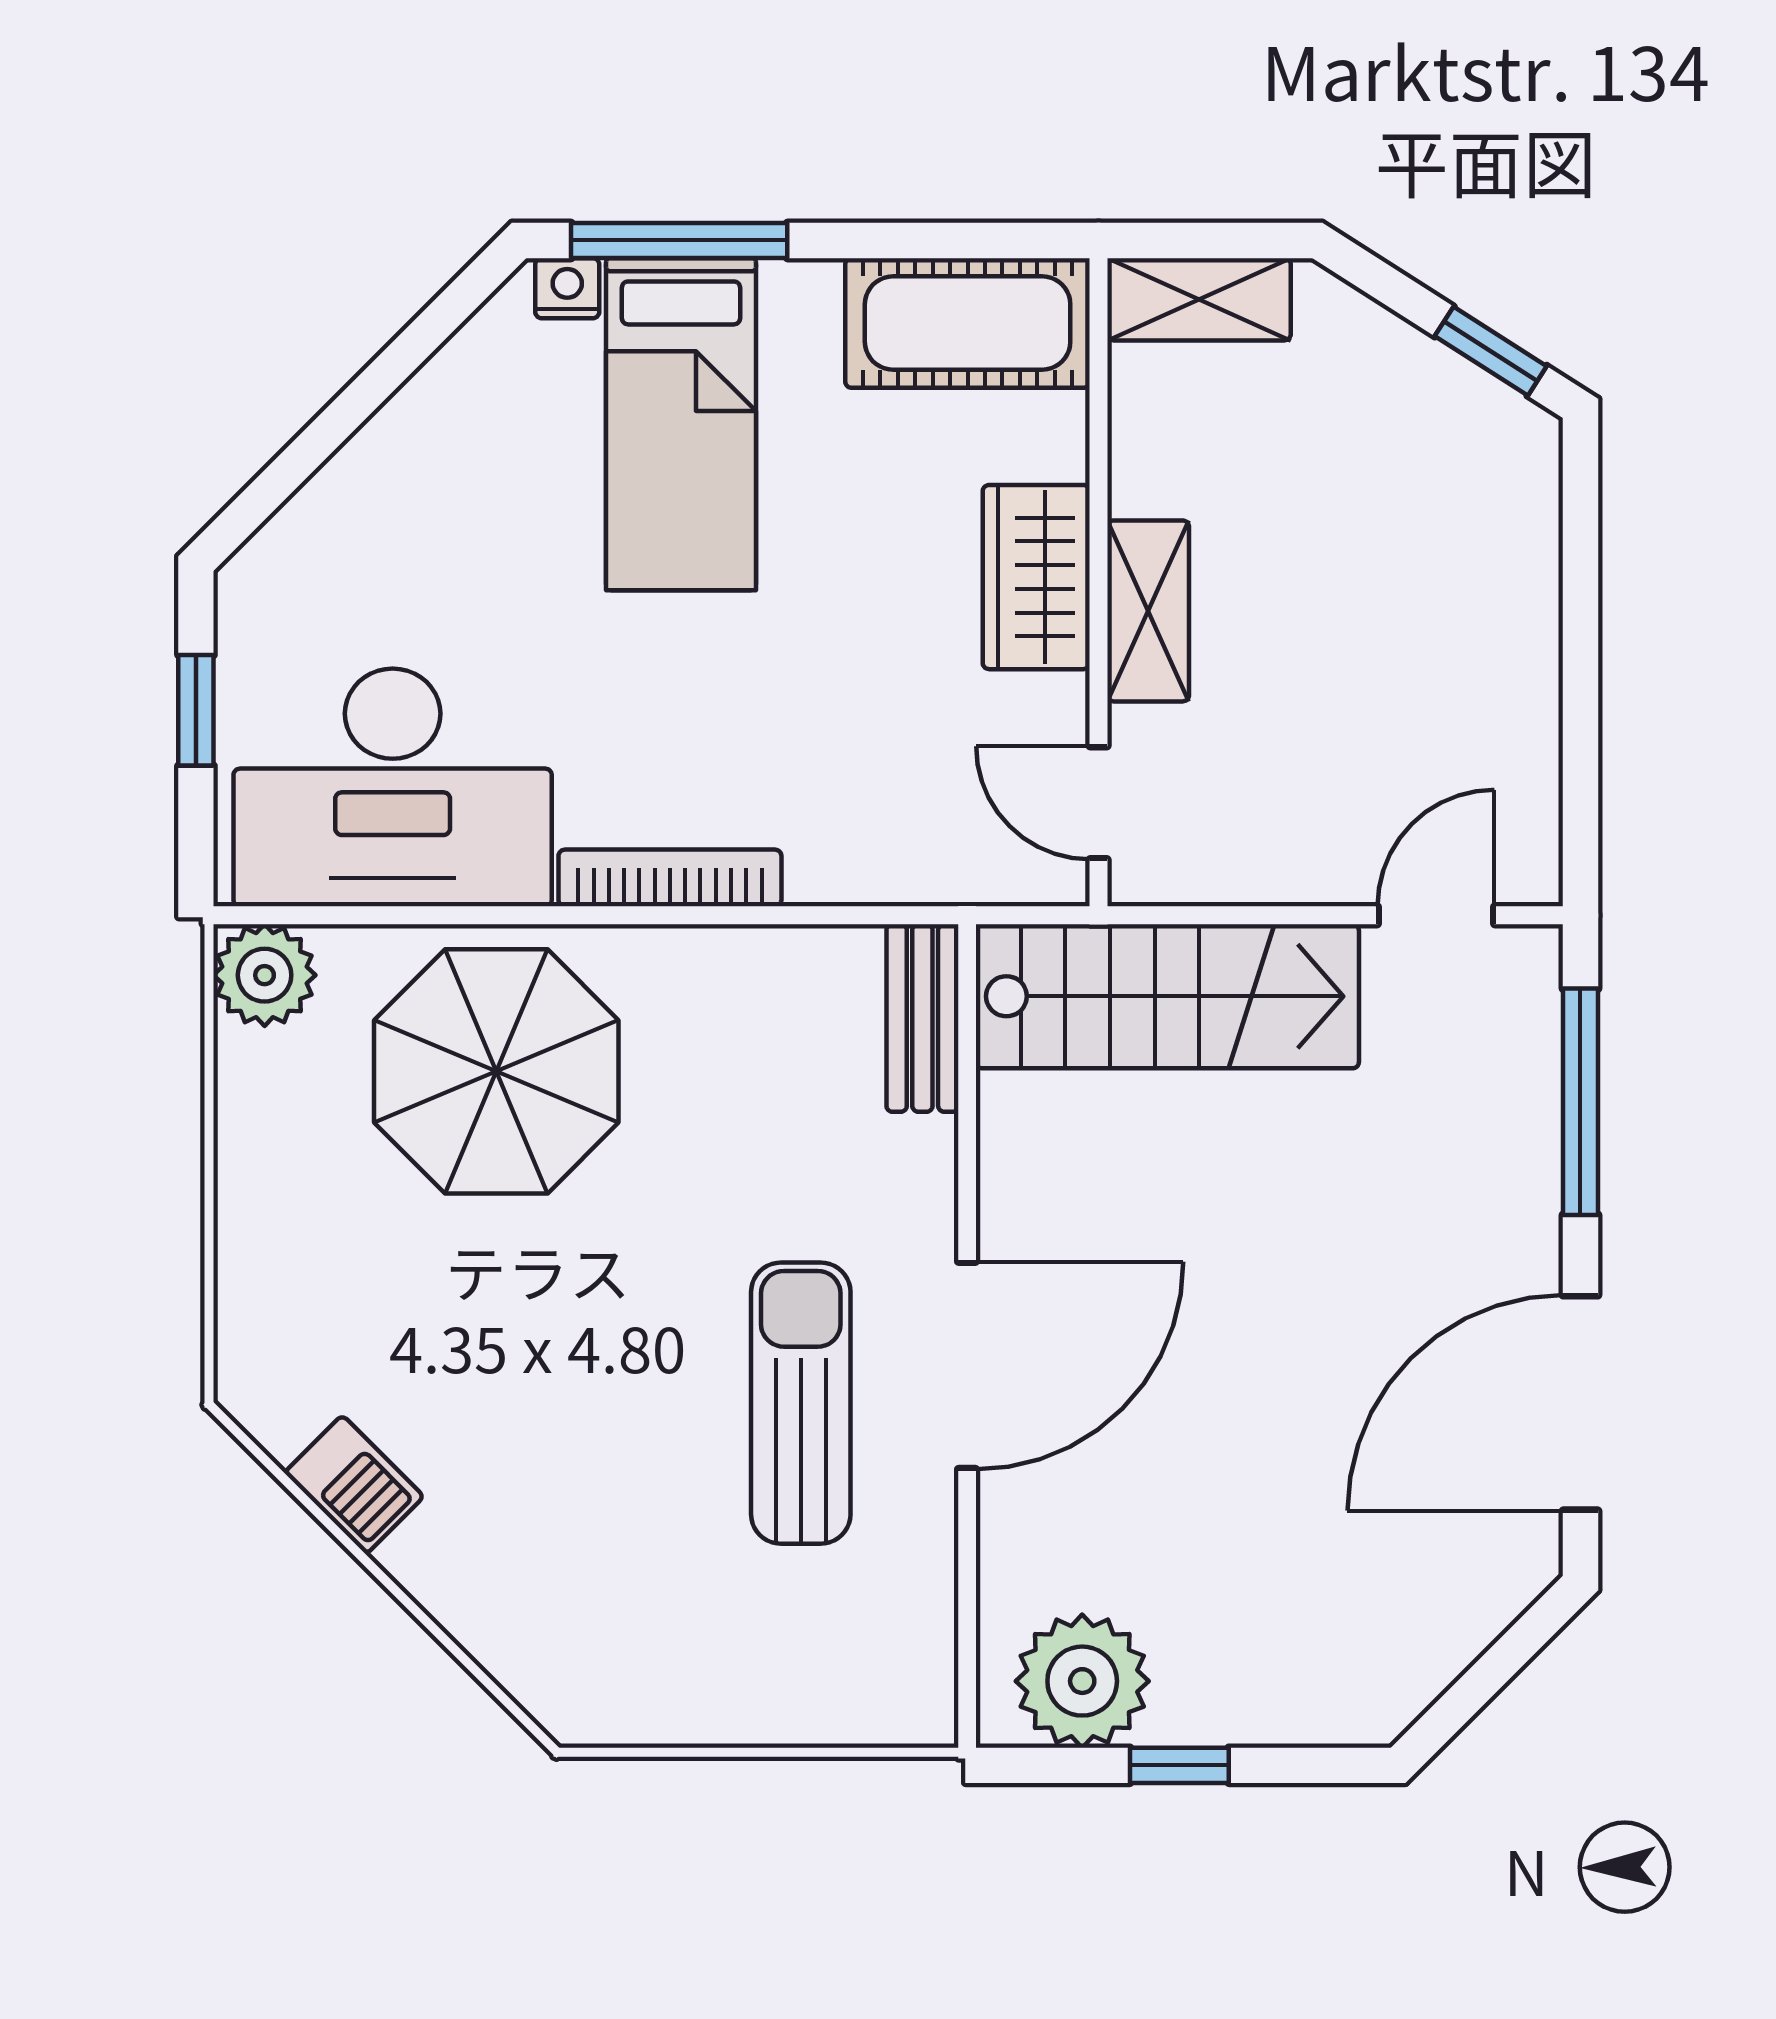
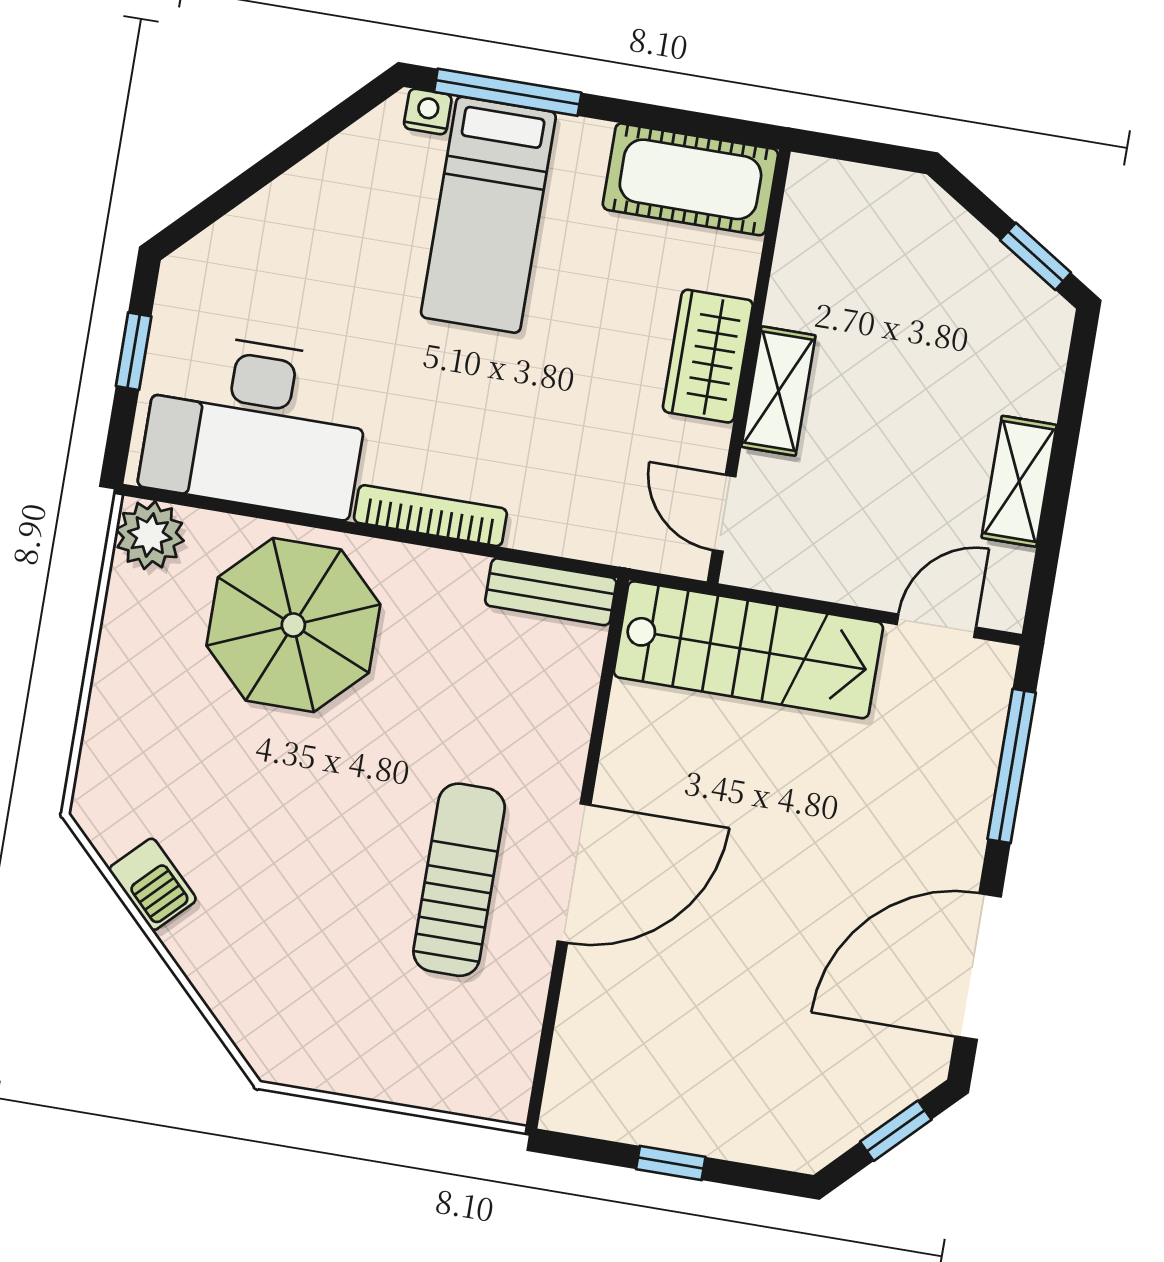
shelving: (1199, 299) -> (1019, 481), moved, turned 90
bench: (922, 1018) -> (551, 592), moved, turned 90
window: (1500, 1663) -> (896, 1131), added
plant: (1082, 1681) -> (615, 1096), removed

